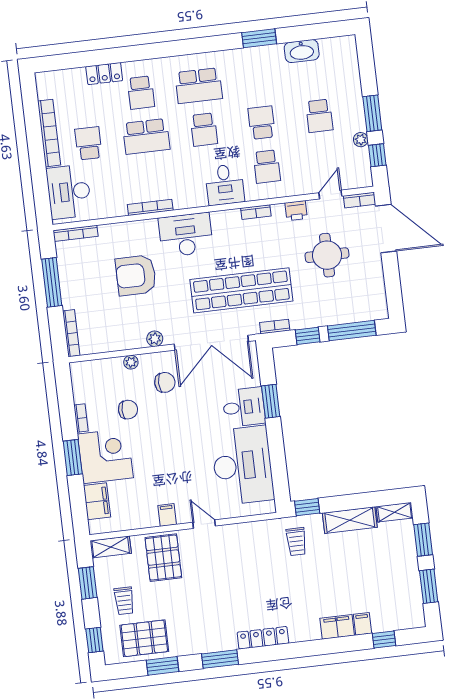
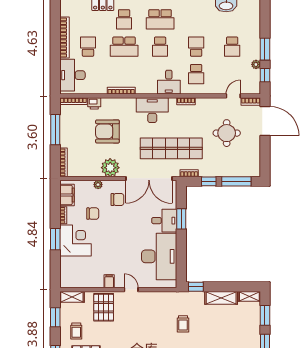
printer: (296, 211) -> (94, 103), moved
desk: (186, 235) -> (152, 110), moved
plant: (155, 339) -> (110, 168), width x1.87, depth x1.87
filing cabinet: (97, 501) -> (67, 195), moved
trolley: (296, 542) -> (183, 324), moved

